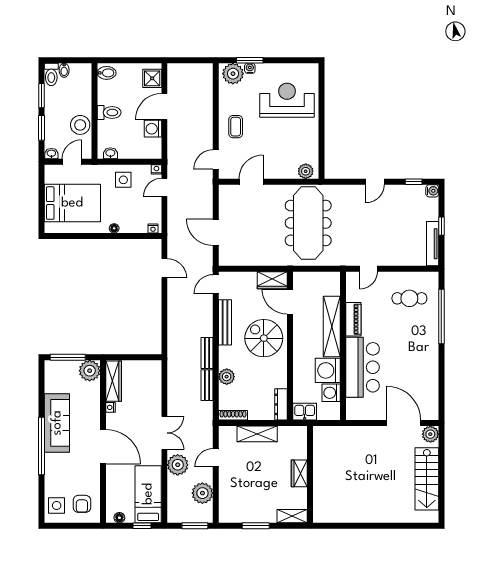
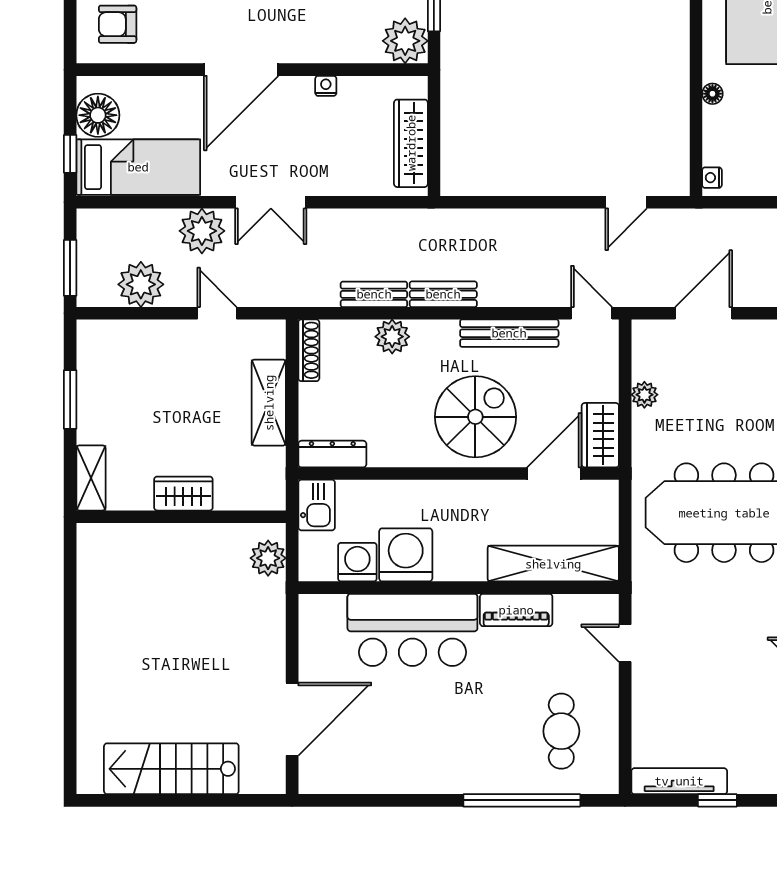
plant: (254, 260) -> (644, 395), added
shelving: (332, 327) -> (553, 564), moved
wardrobe: (114, 381) -> (411, 143), moved, turned 90
plant: (430, 434) -> (268, 558), moved
floor lamp: (119, 518) -> (98, 115), width x1.89, depth x1.89

